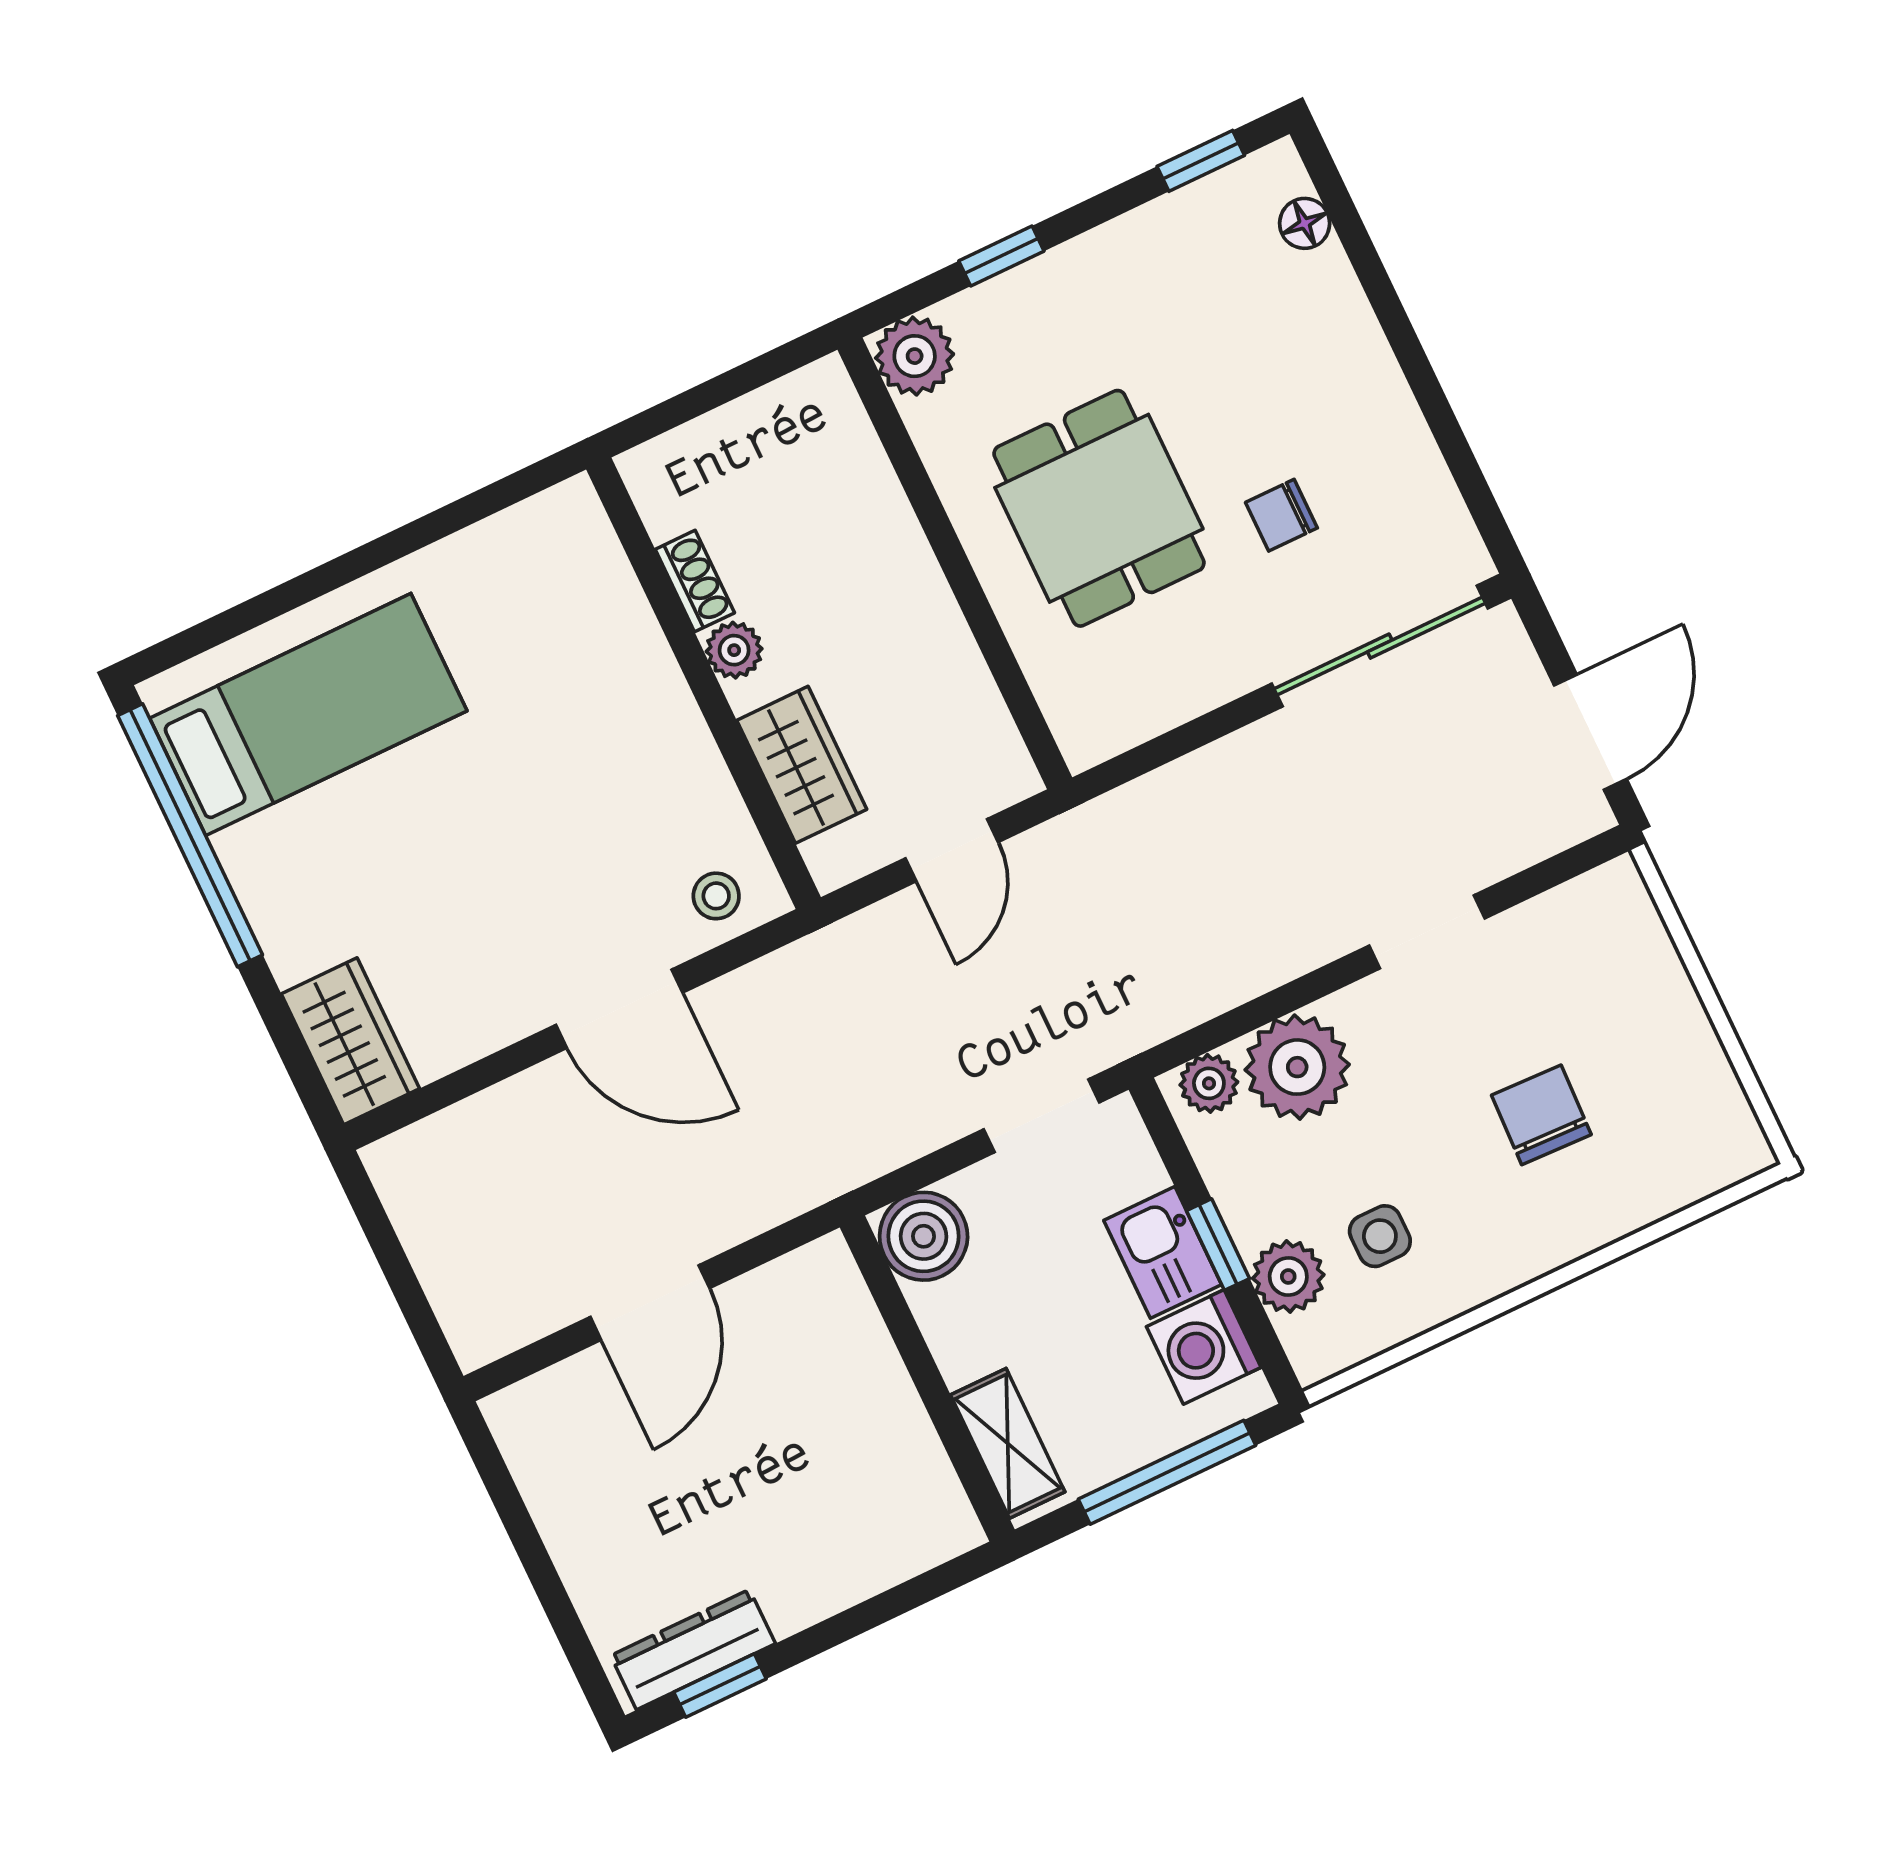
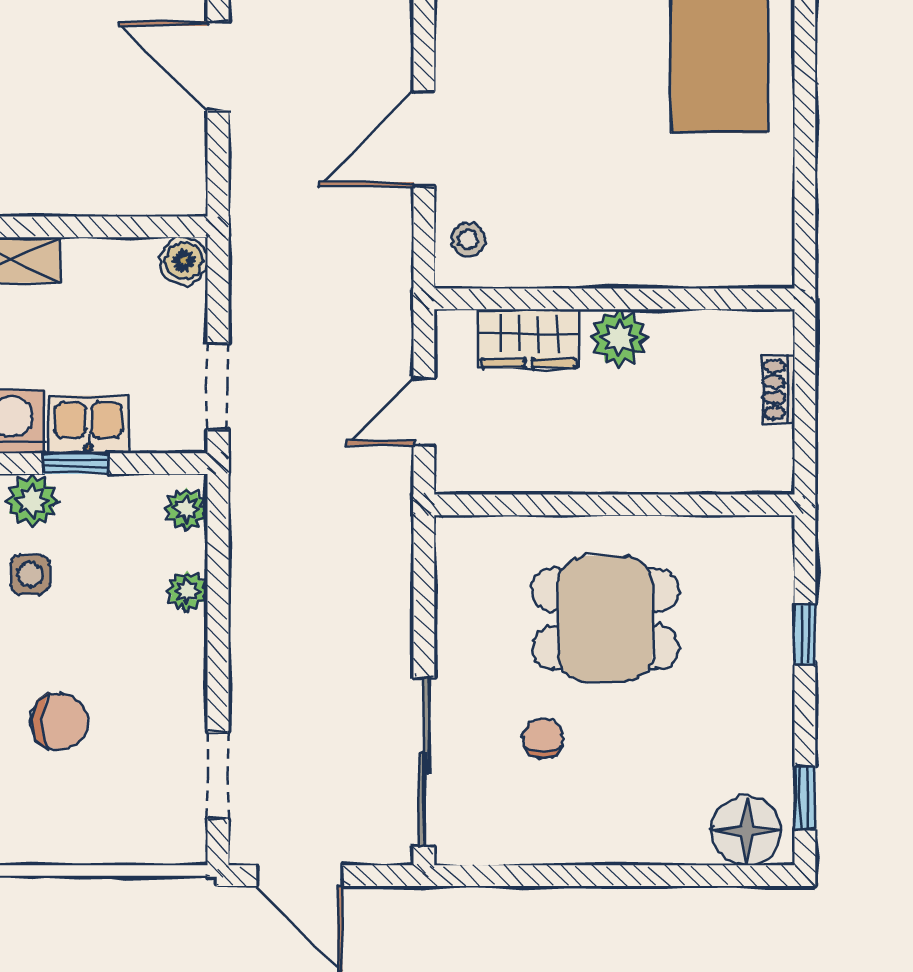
floor lamp: (1305, 223) -> (747, 830), width x1.89, depth x1.89
plant: (915, 356) -> (766, 544), removed
shoe rack: (695, 581) -> (778, 390), moved, turned 90
plant: (734, 650) -> (619, 338), width x1.38, depth x1.38
door: (952, 850) -> (424, 412), hinge flipped
doorway: (1427, 932) -> (218, 776), moved
plant: (1297, 1067) -> (187, 591), width x0.53, depth x0.53
boiler: (924, 1236) -> (184, 261), width x0.73, depth x0.73

